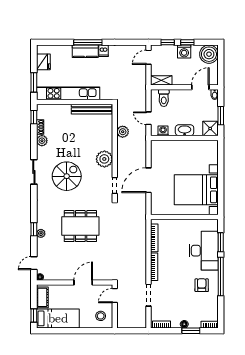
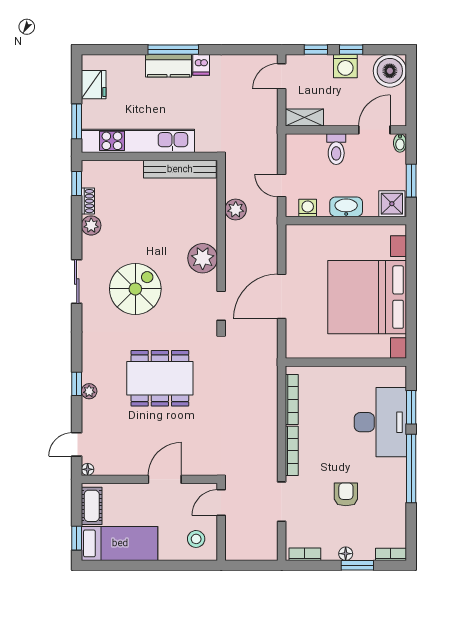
toilet: (164, 98) -> (336, 149), moved
bed with nightstands: (196, 190) -> (367, 297), width x1.36
armchair: (202, 285) -> (346, 494), moved

